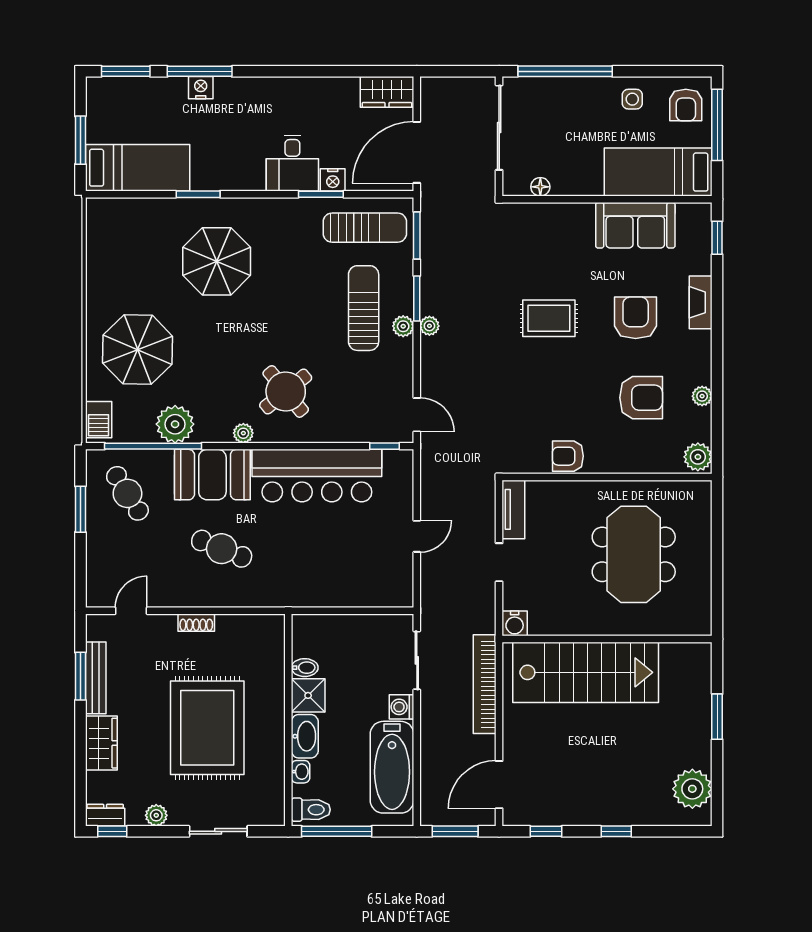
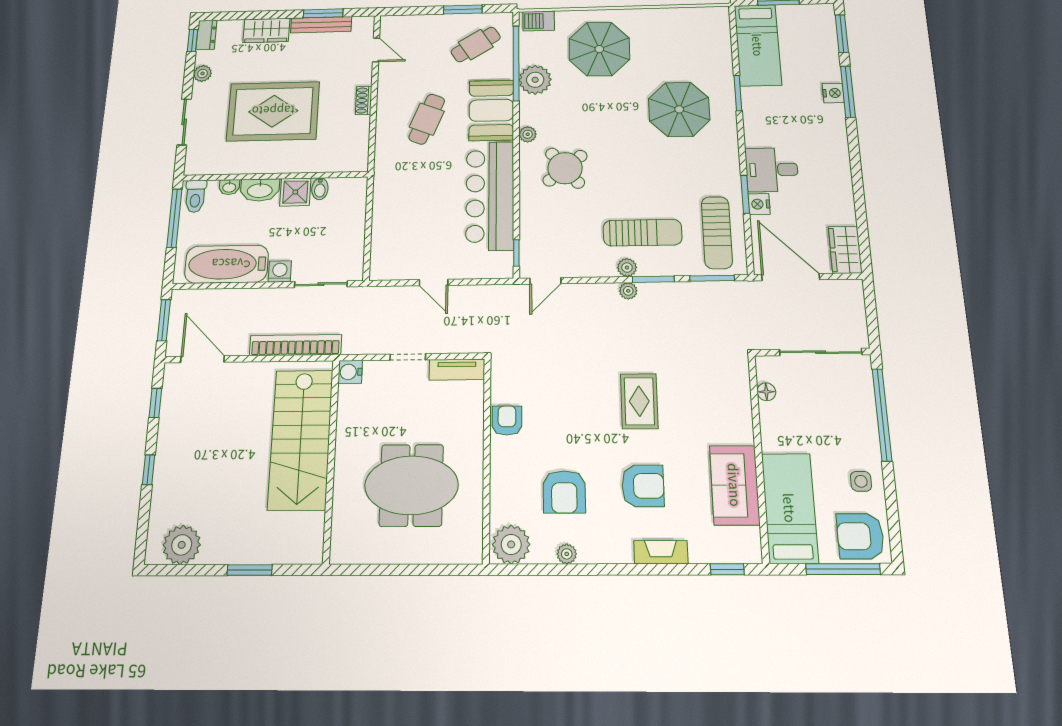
armchair: (686, 105) -> (860, 536), width x1.38, depth x1.38
plant: (698, 457) -> (511, 544), width x1.36, depth x1.36

